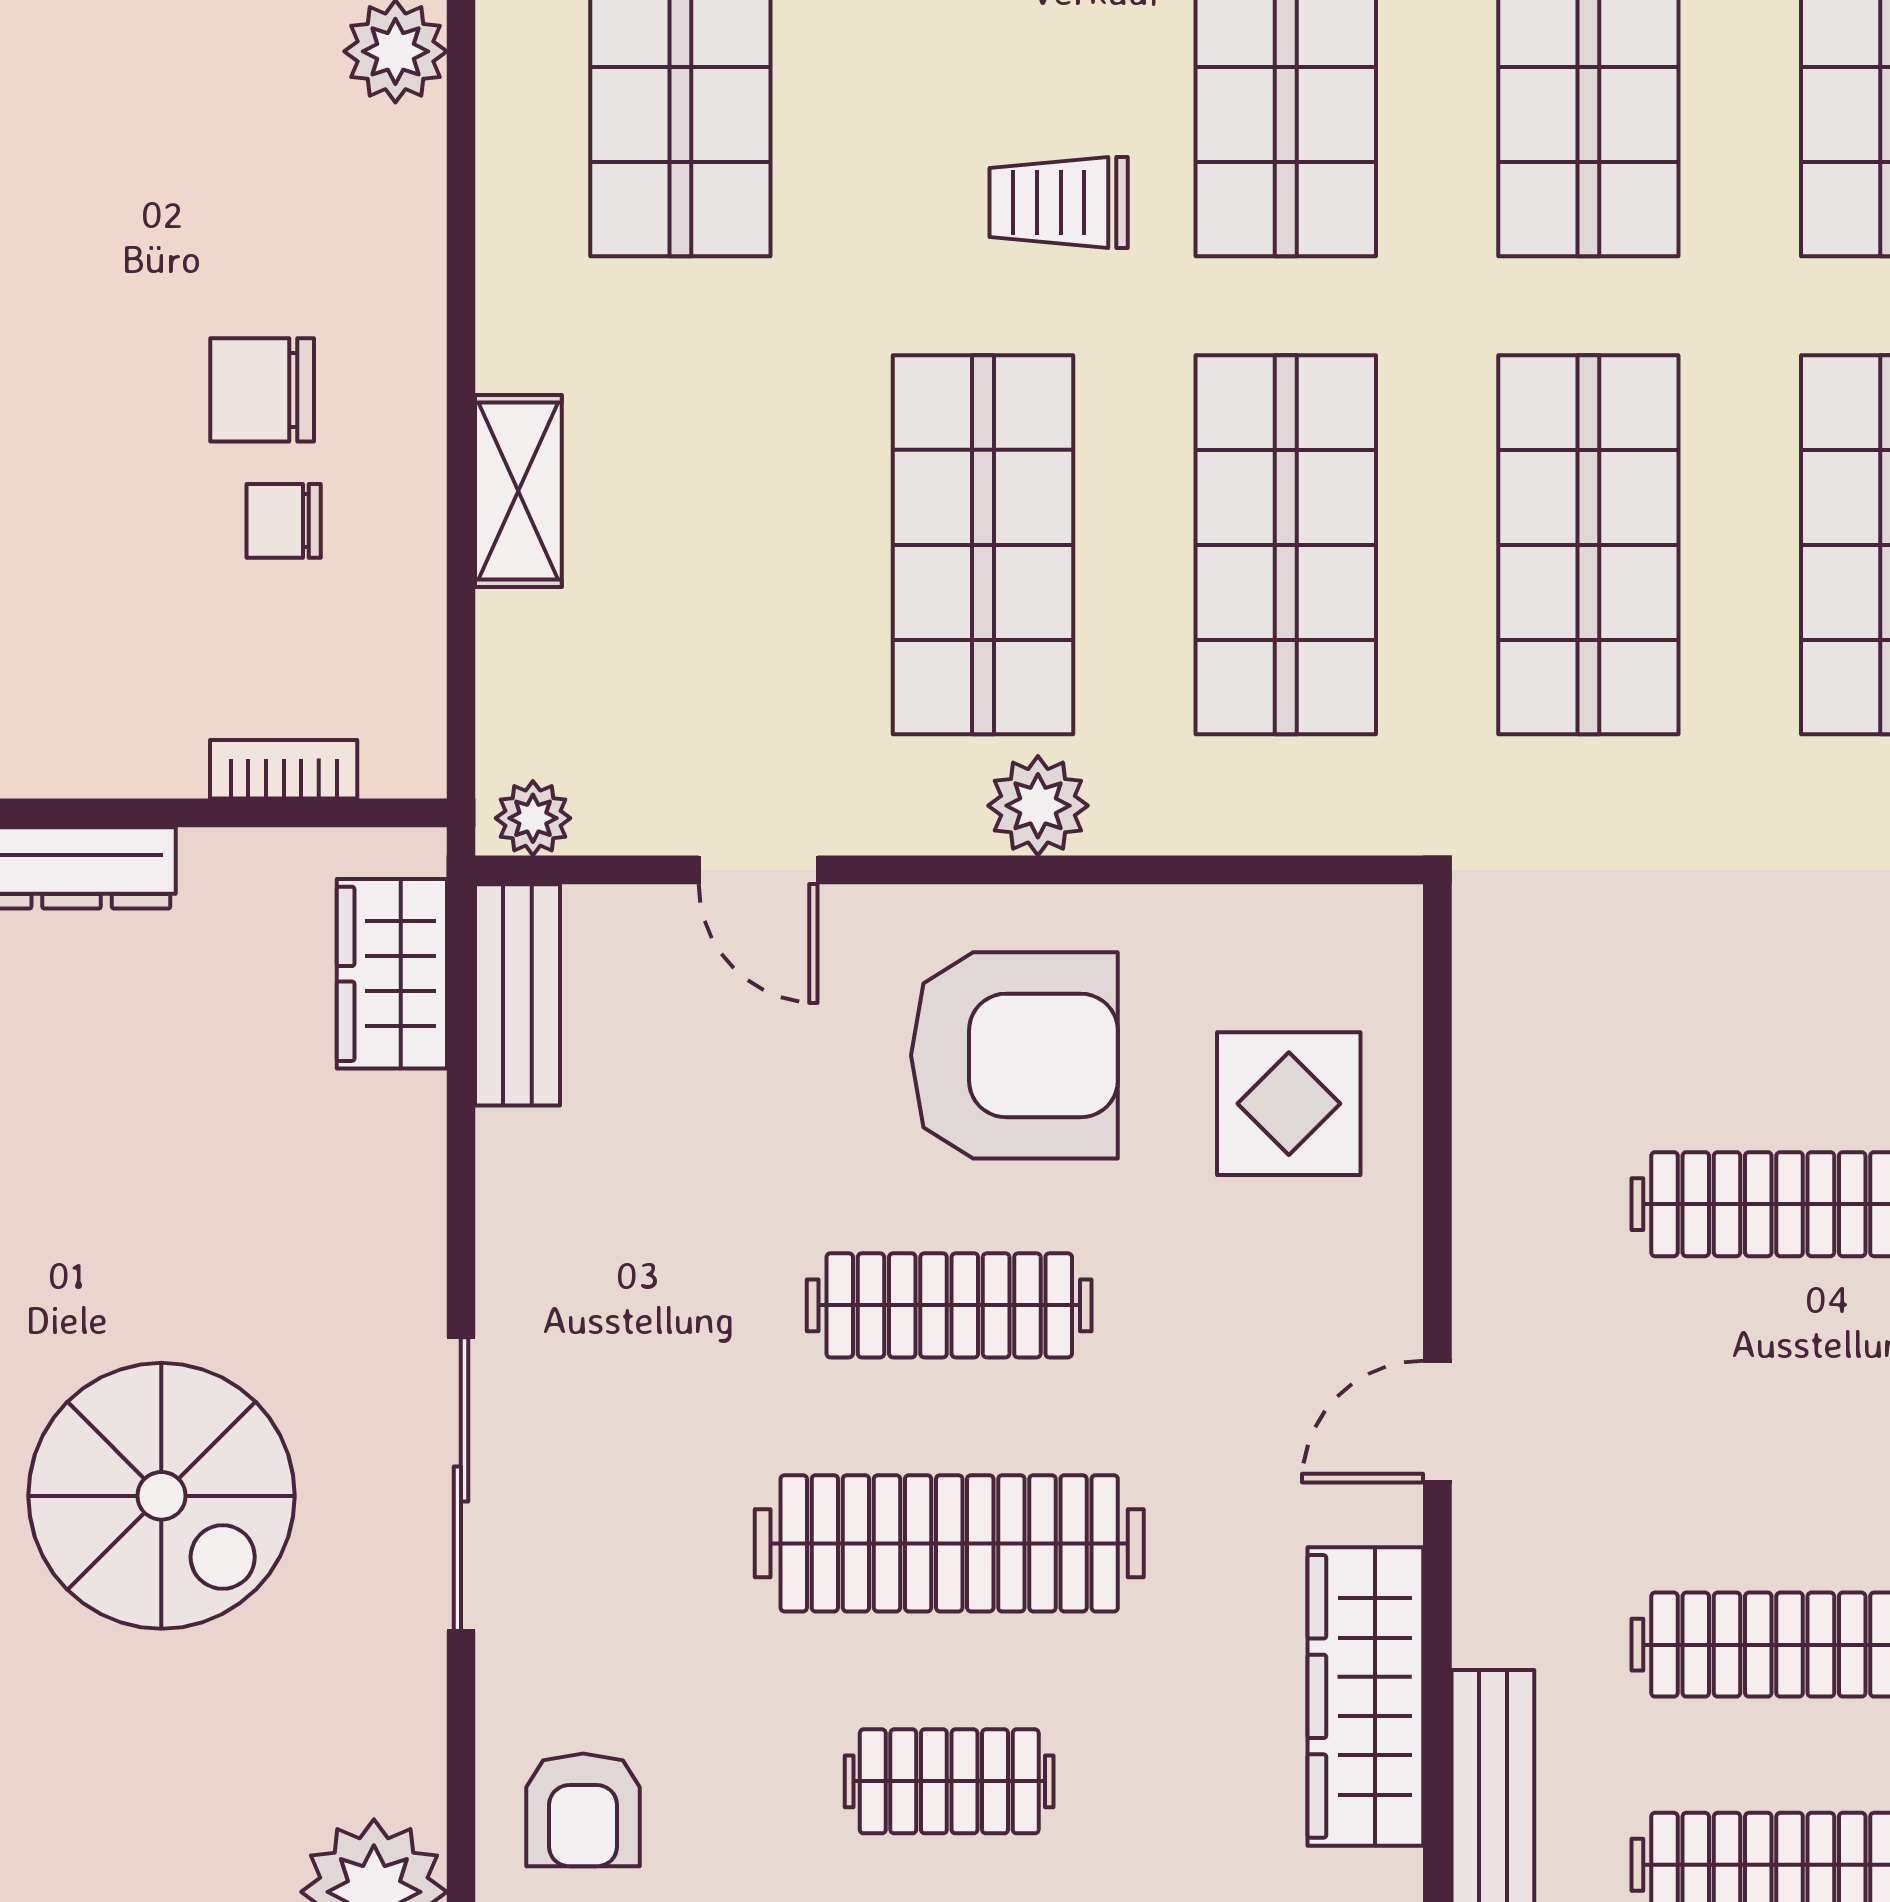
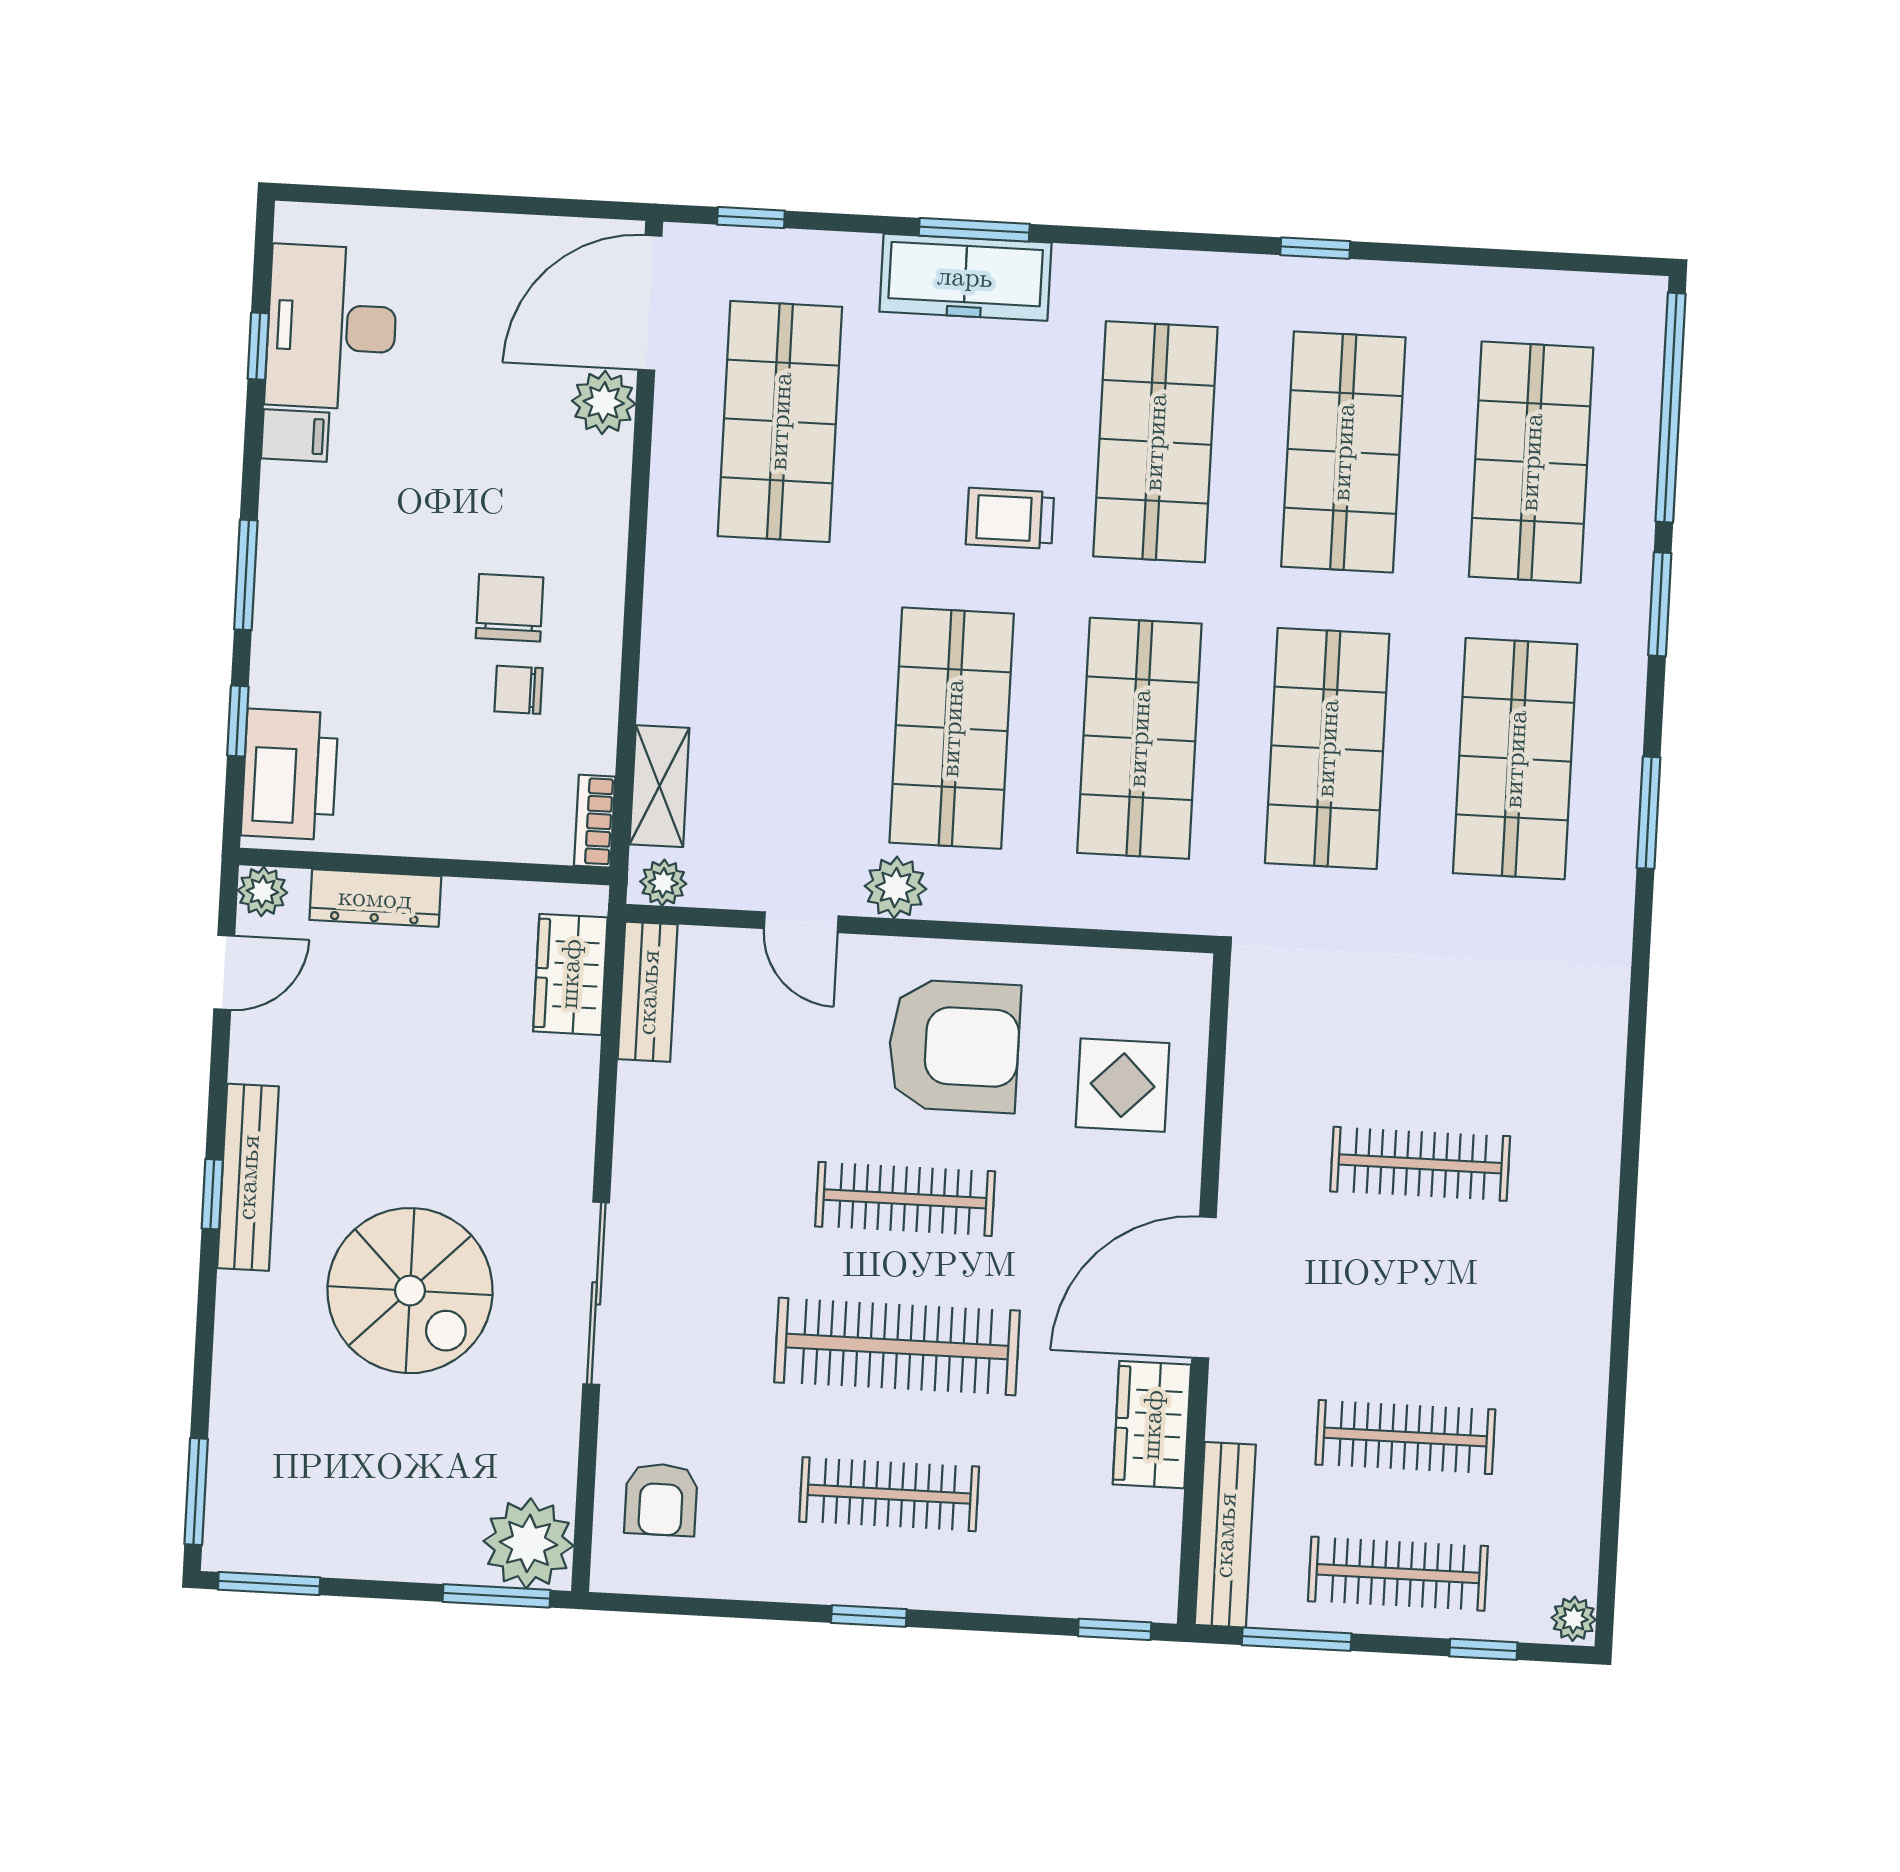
chair: (262, 390) -> (510, 608), turned 90
shelving: (518, 491) -> (659, 786), moved
bookcase: (284, 769) -> (595, 821), moved, turned -90
plant: (1038, 806) -> (896, 887), moved
door: (1437, 1422) -> (1204, 1287), width x1.88
wardrobe: (1365, 1696) -> (1152, 1425), width x0.67
clothes rail: (949, 1781) -> (889, 1494), width x1.36

